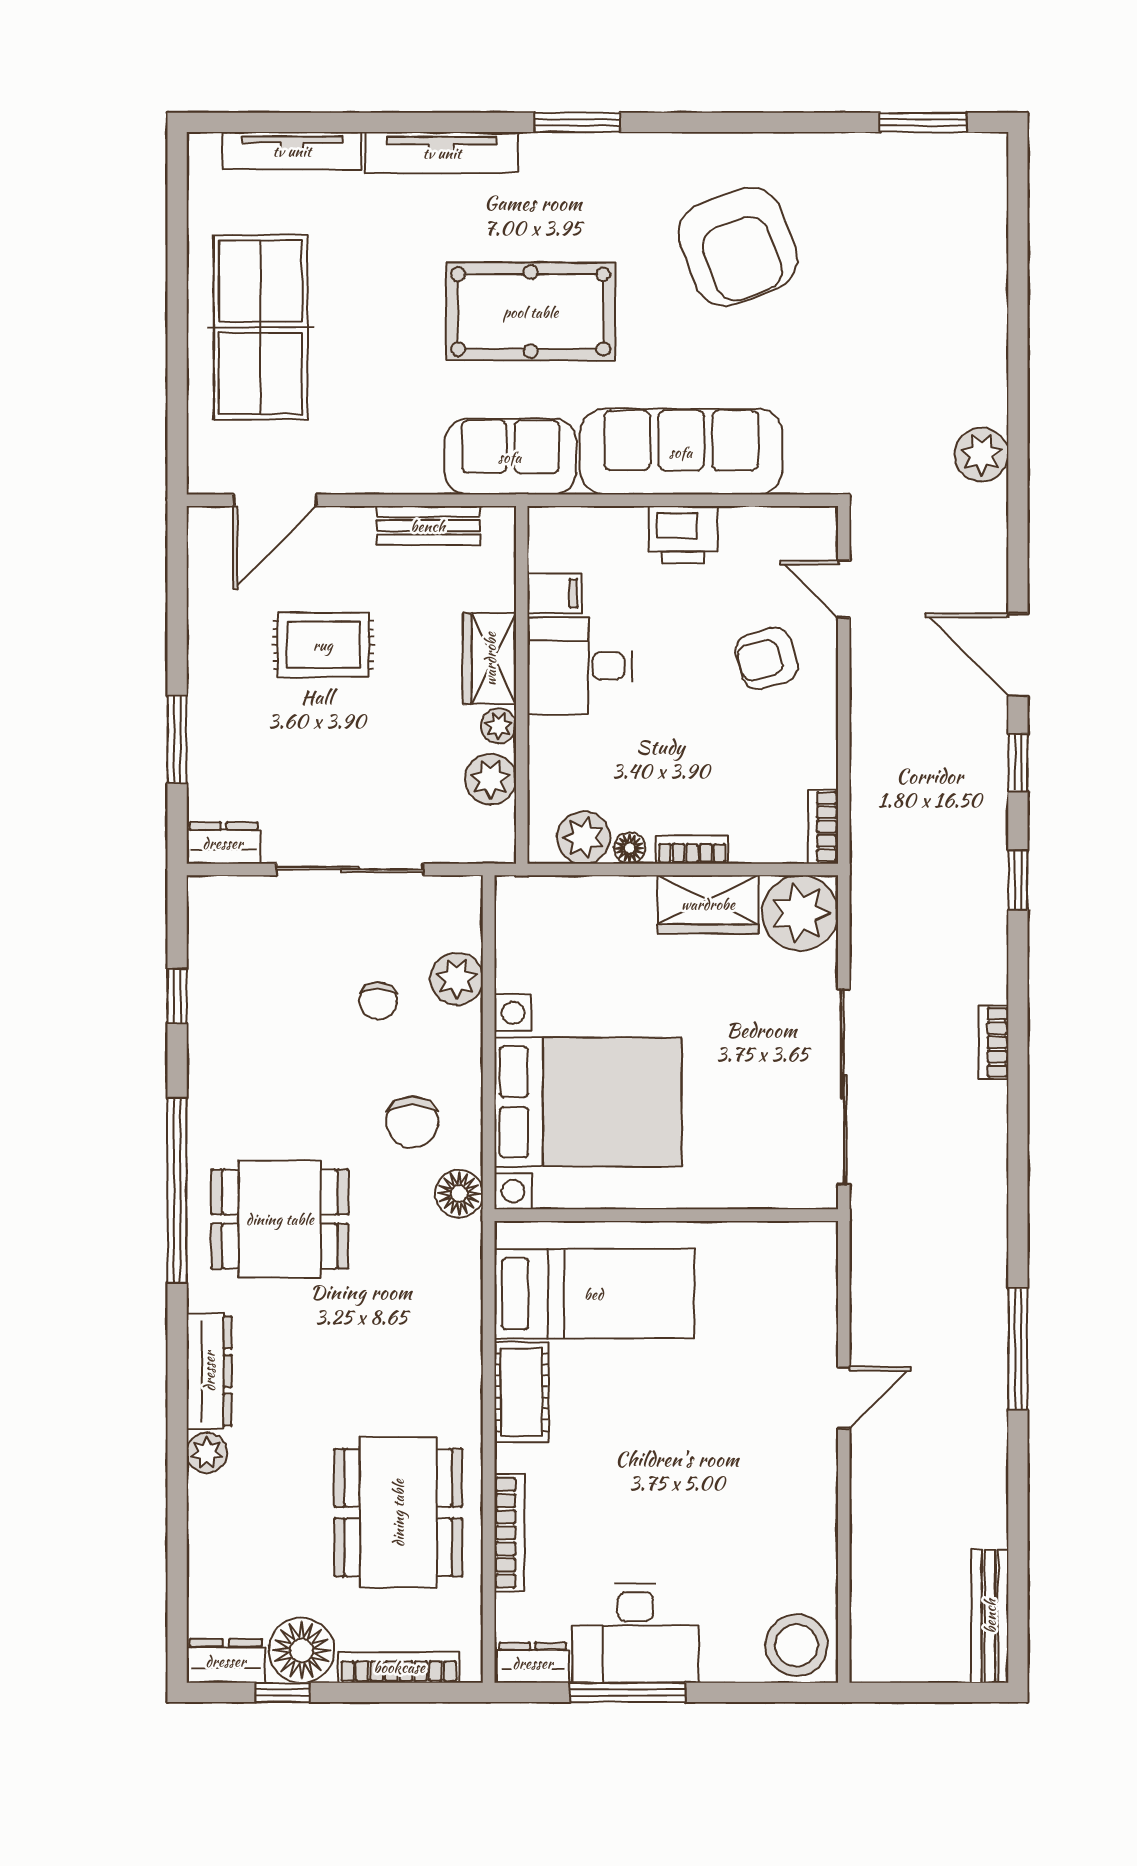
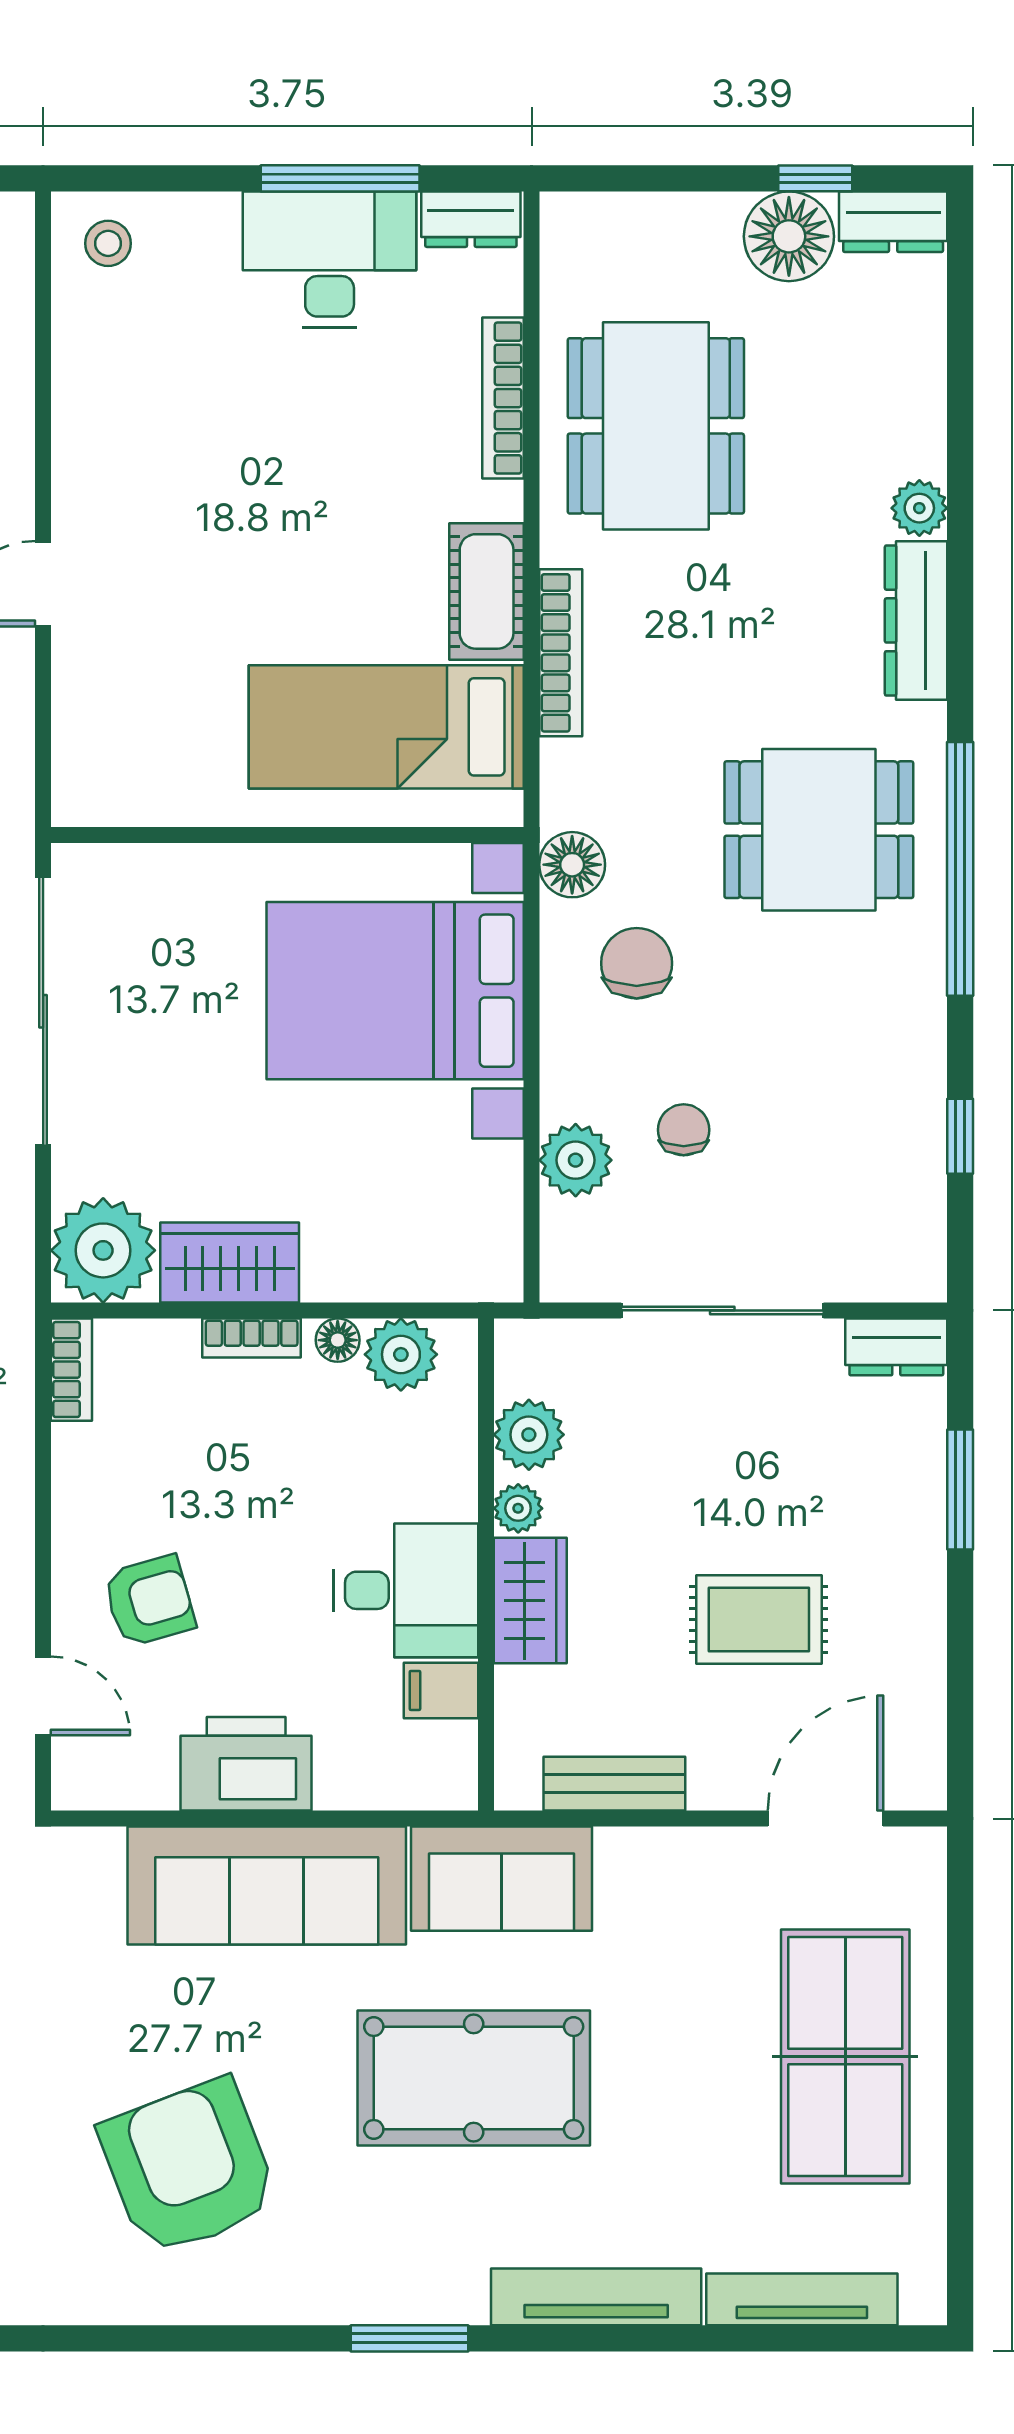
printer: (683, 534) -> (246, 1764), width x1.37, depth x1.19
stool: (796, 1645) -> (108, 243), width x0.53, depth x0.53
bookcase: (399, 1667) -> (561, 653), moved, turned -90

